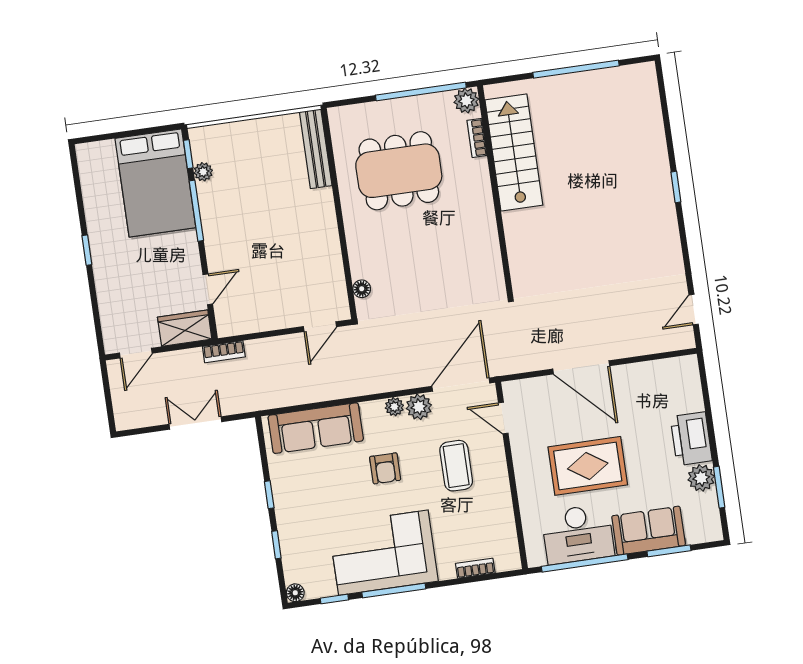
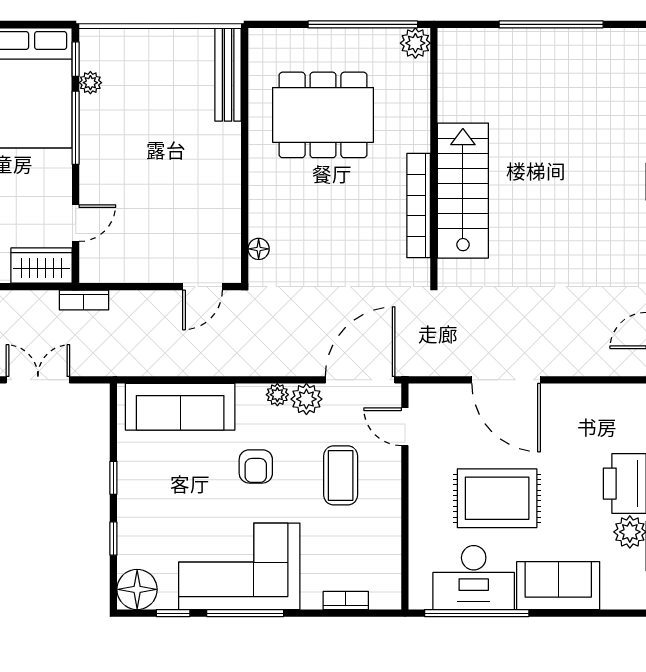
bookcase: (477, 138) -> (419, 206), moved, width x2.31, depth x1.31
stairs: (514, 153) -> (463, 191), moved
window: (669, 551) -> (579, 613), removed
floor lamp: (295, 593) -> (137, 589), width x1.89, depth x1.89

